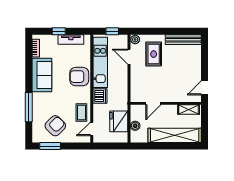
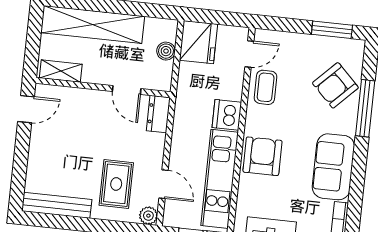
armchair: (79, 77) -> (262, 156), turned -90
dresser: (136, 93) -> (158, 114), added
door: (153, 103) -> (127, 90), swing flipped
fridge: (119, 121) -> (198, 42), moved
armchair: (55, 126) -> (335, 85), moved

